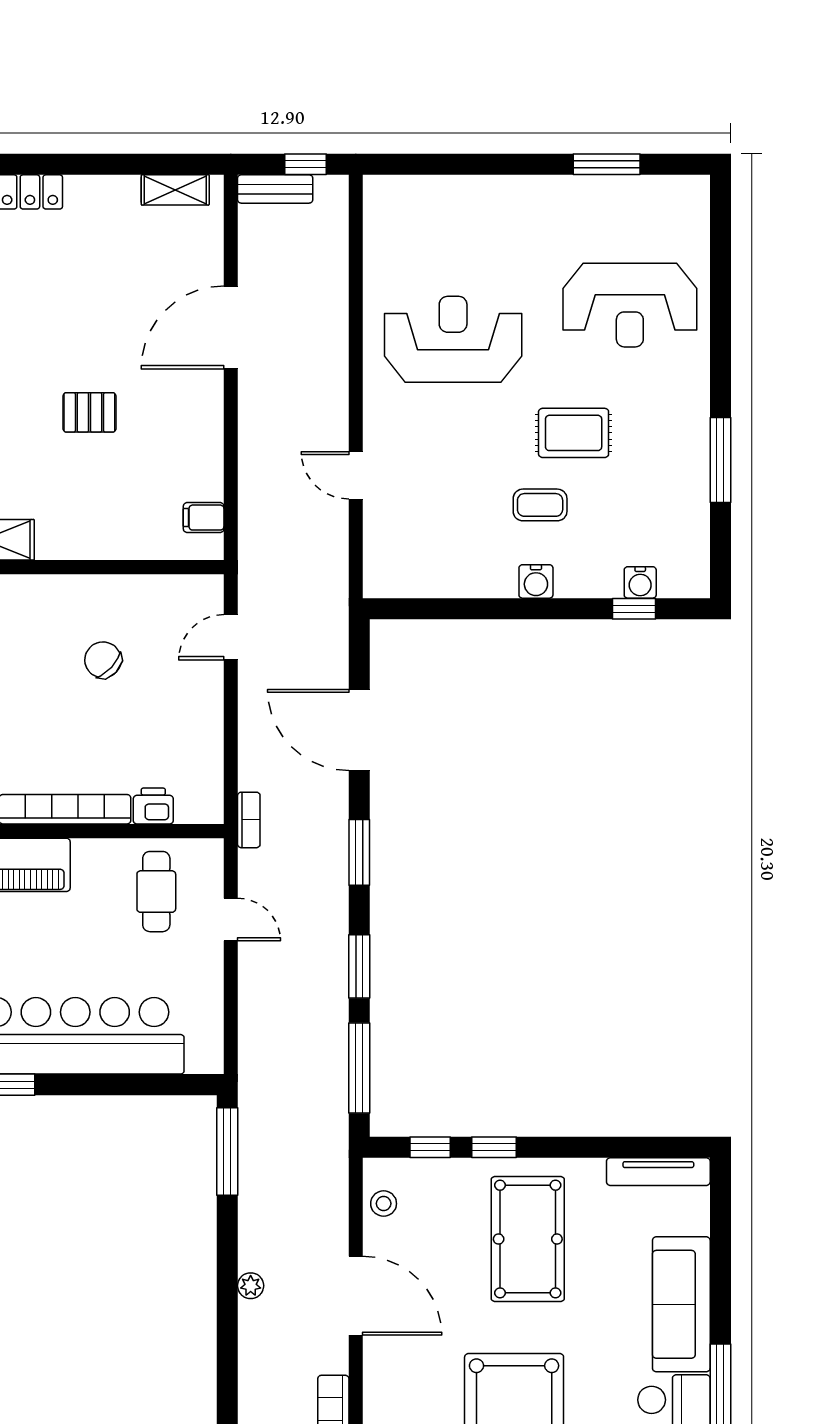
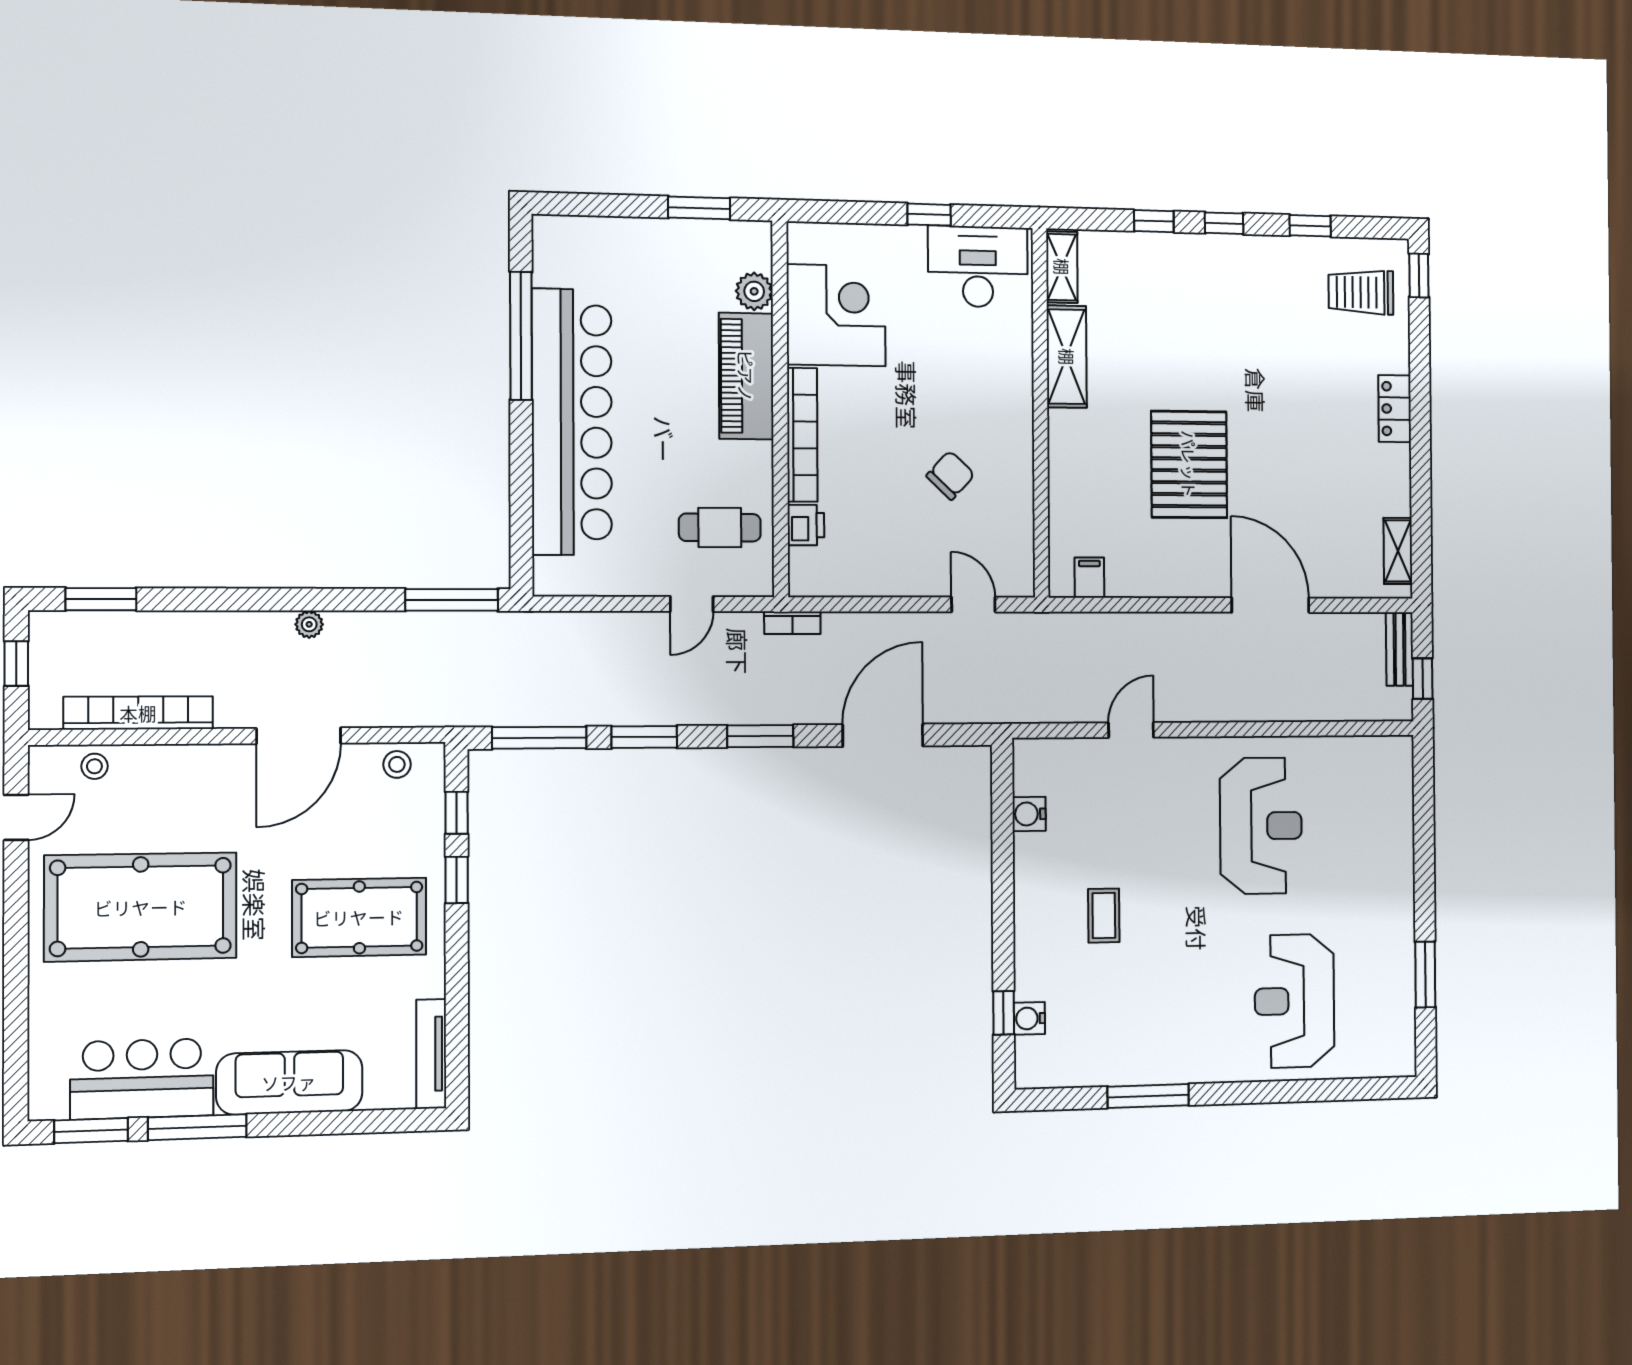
pallet: (89, 412) -> (1189, 464), width x2.05, depth x2.00
rug: (574, 433) -> (1173, 948), removed
water cooler: (536, 581) -> (1029, 814), moved

